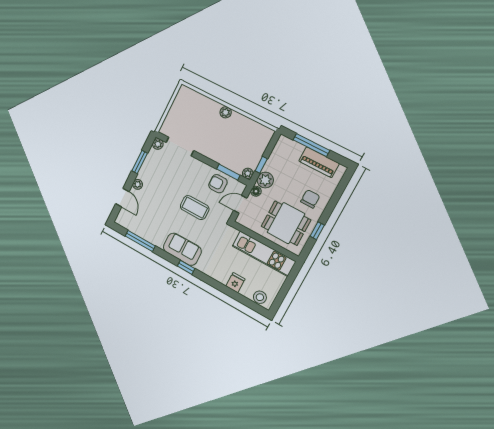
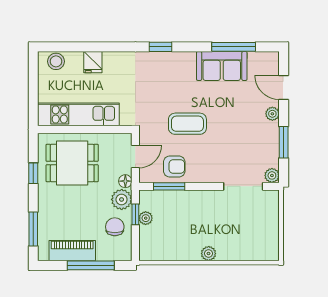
plant: (248, 173) -> (146, 218), moved
window: (339, 192) -> (33, 229), added
chair: (310, 199) -> (115, 227), moved, turned 180
sofa: (182, 249) -> (222, 66), moved

